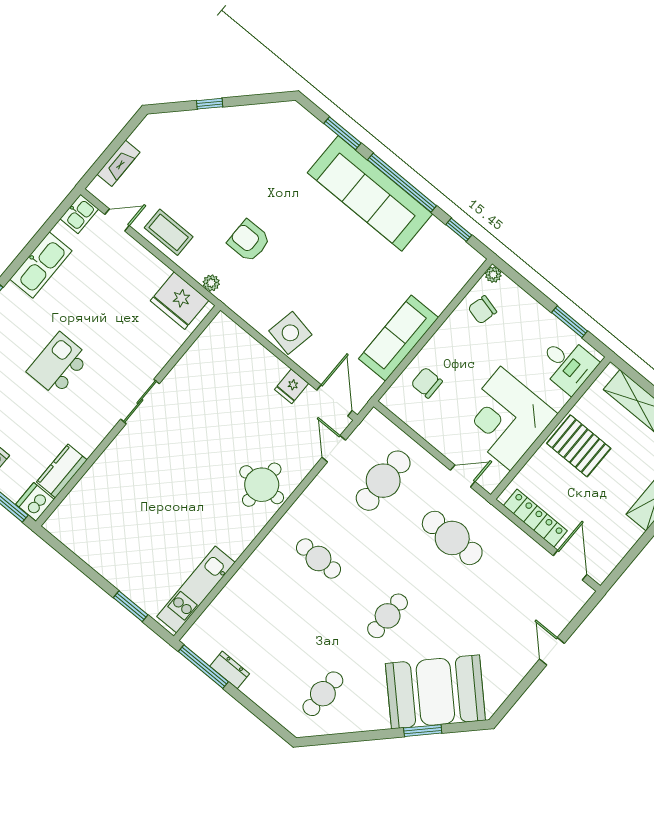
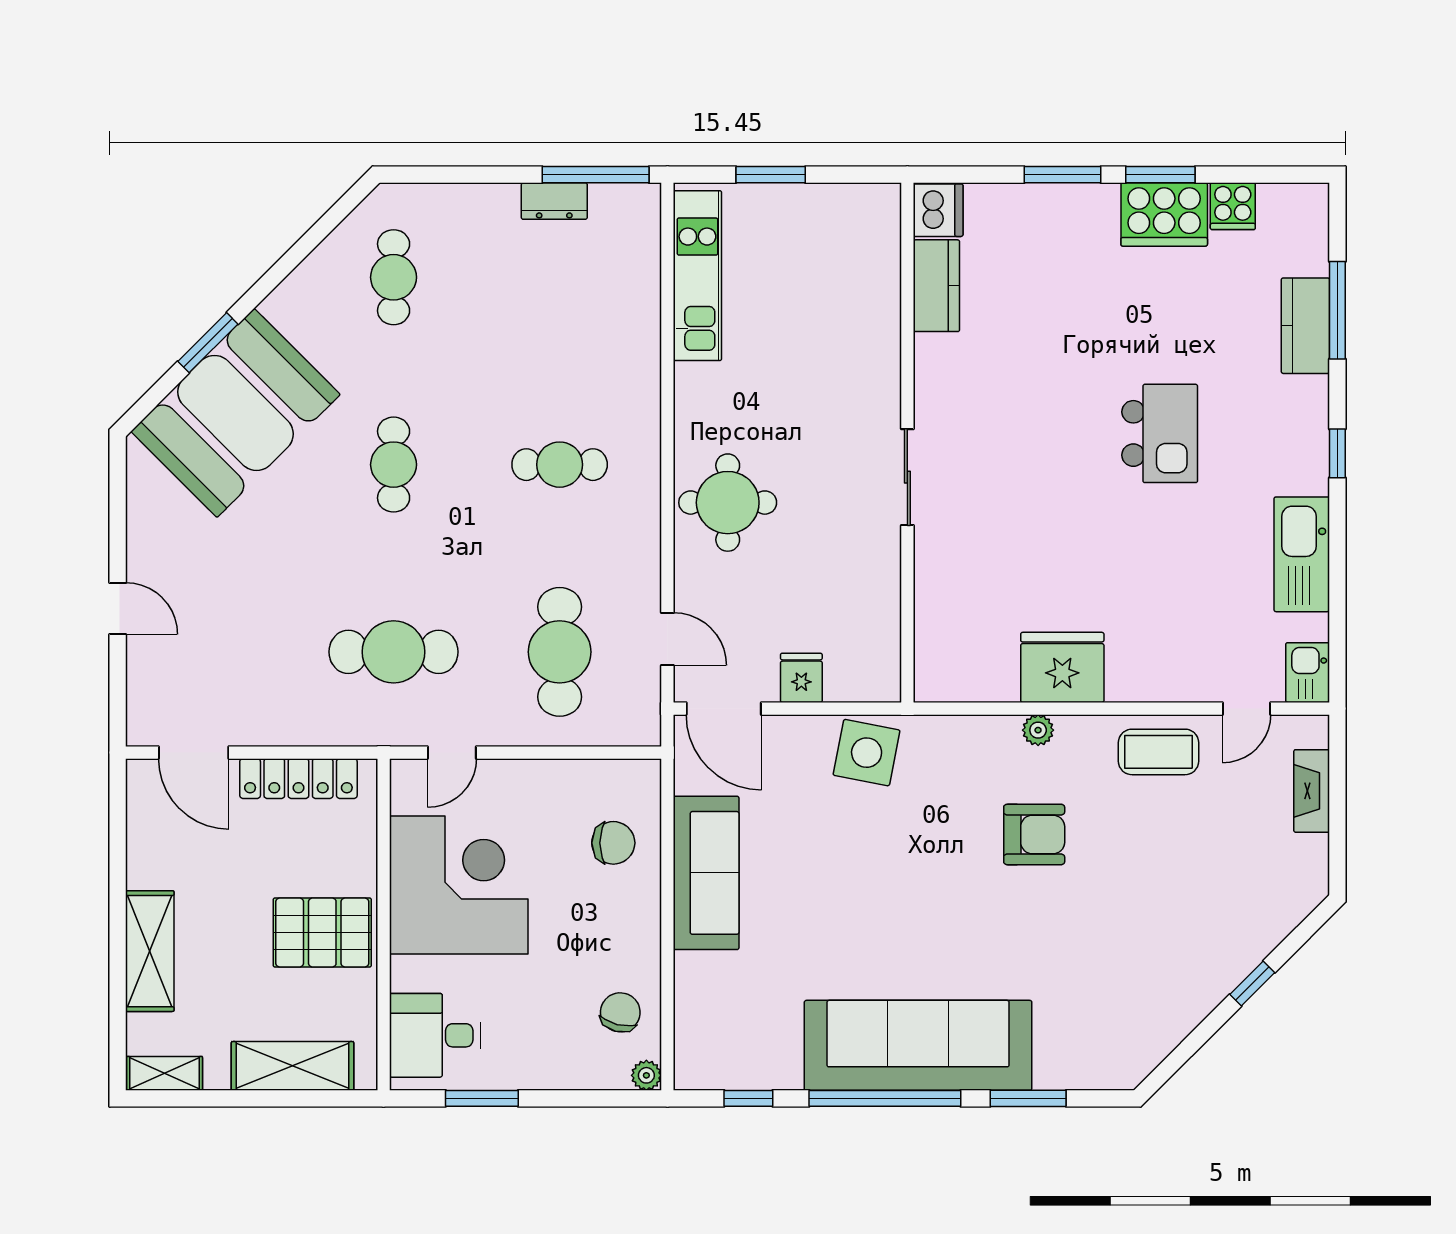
sliding door: (140, 401) -> (907, 477), moved
wall: (128, 416) -> (907, 443), moved
kitchen counter: (62, 471) -> (936, 286), moved
dishwasher: (35, 502) -> (938, 210), moved

